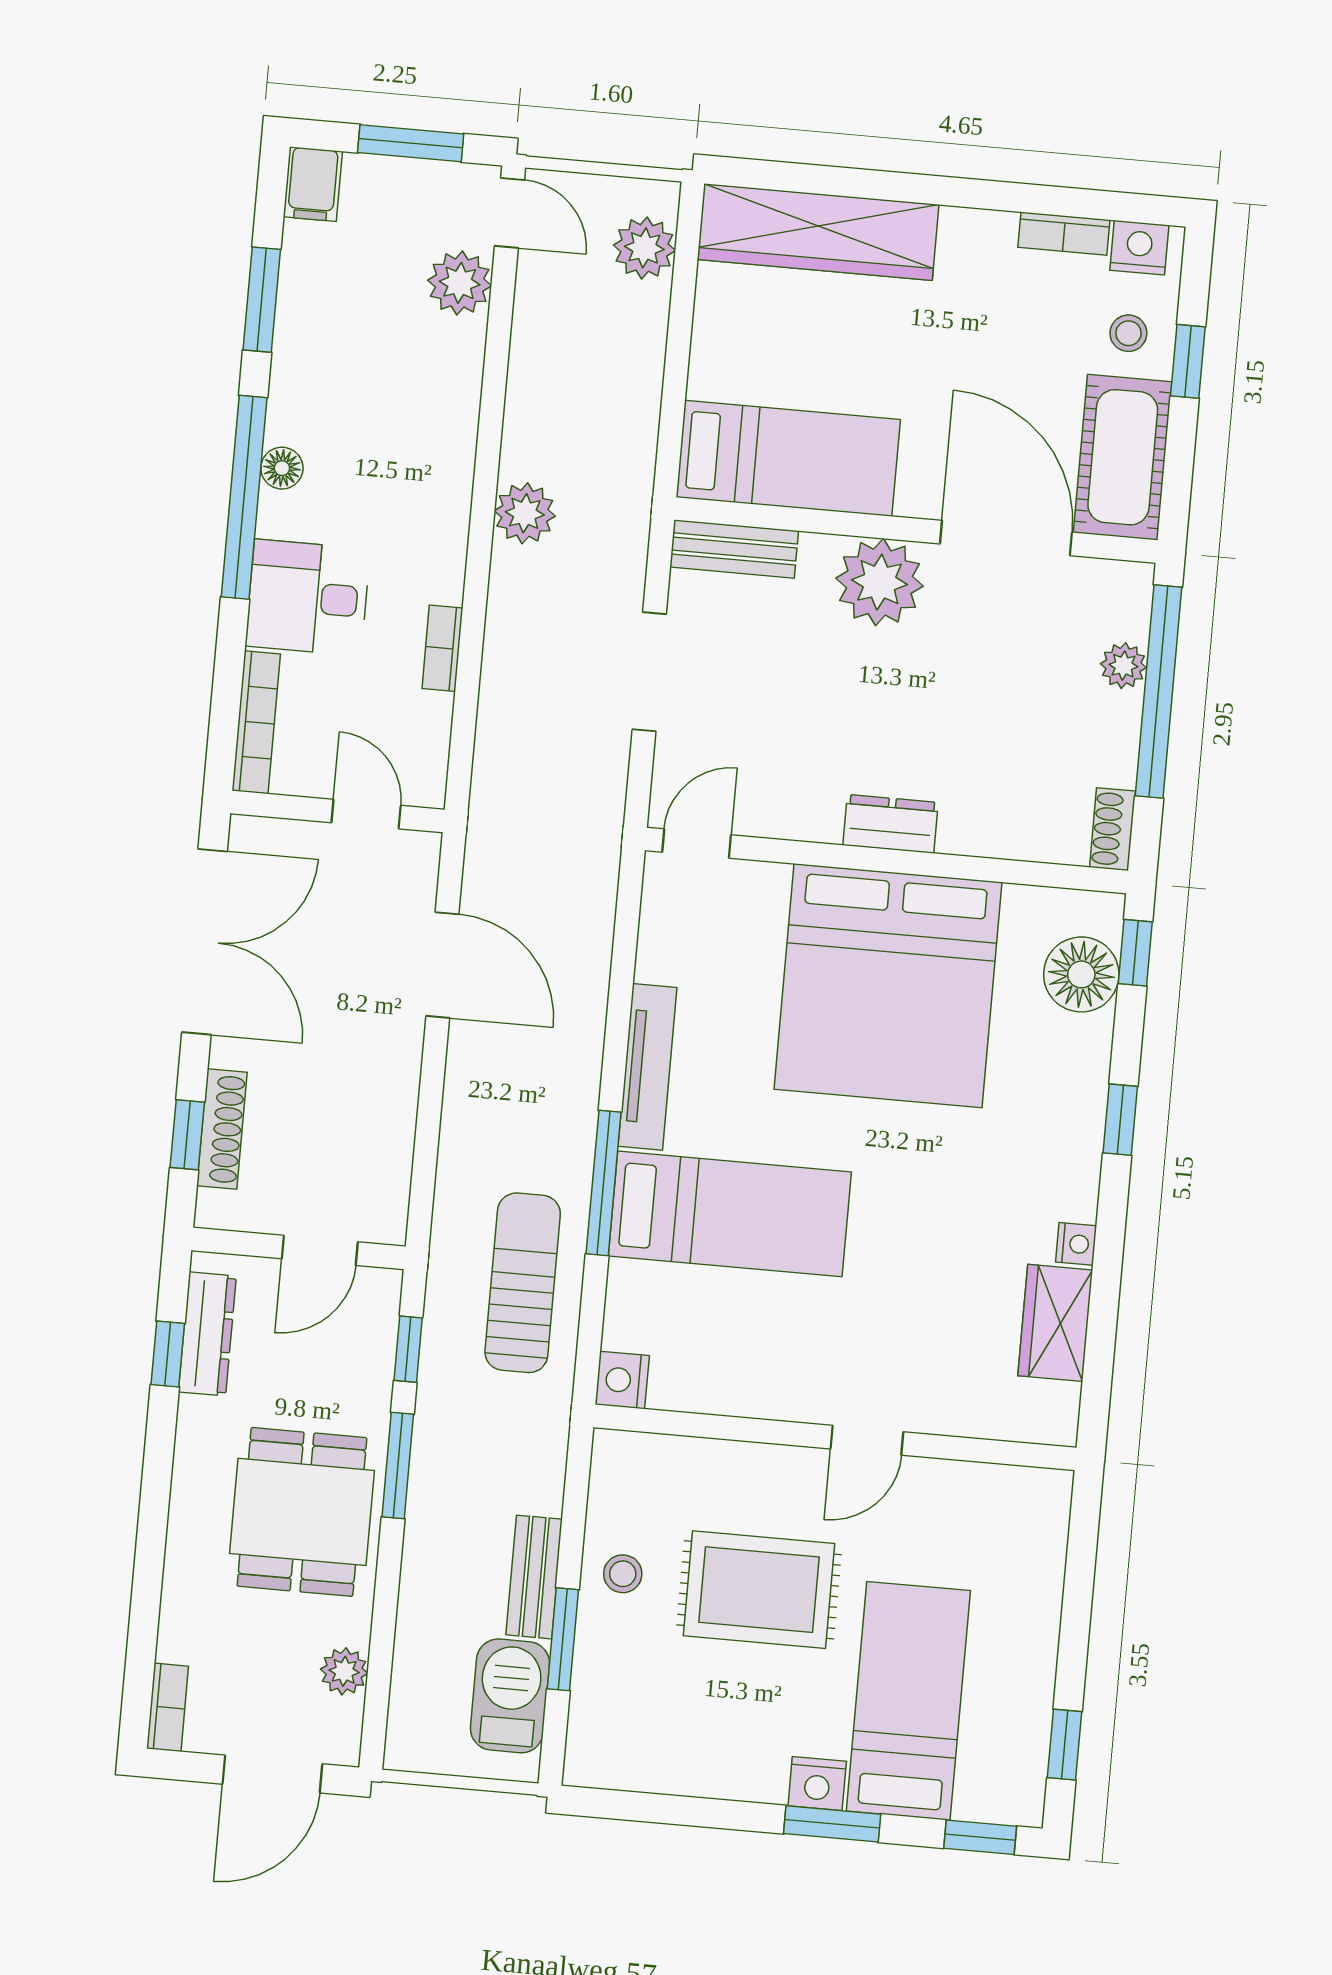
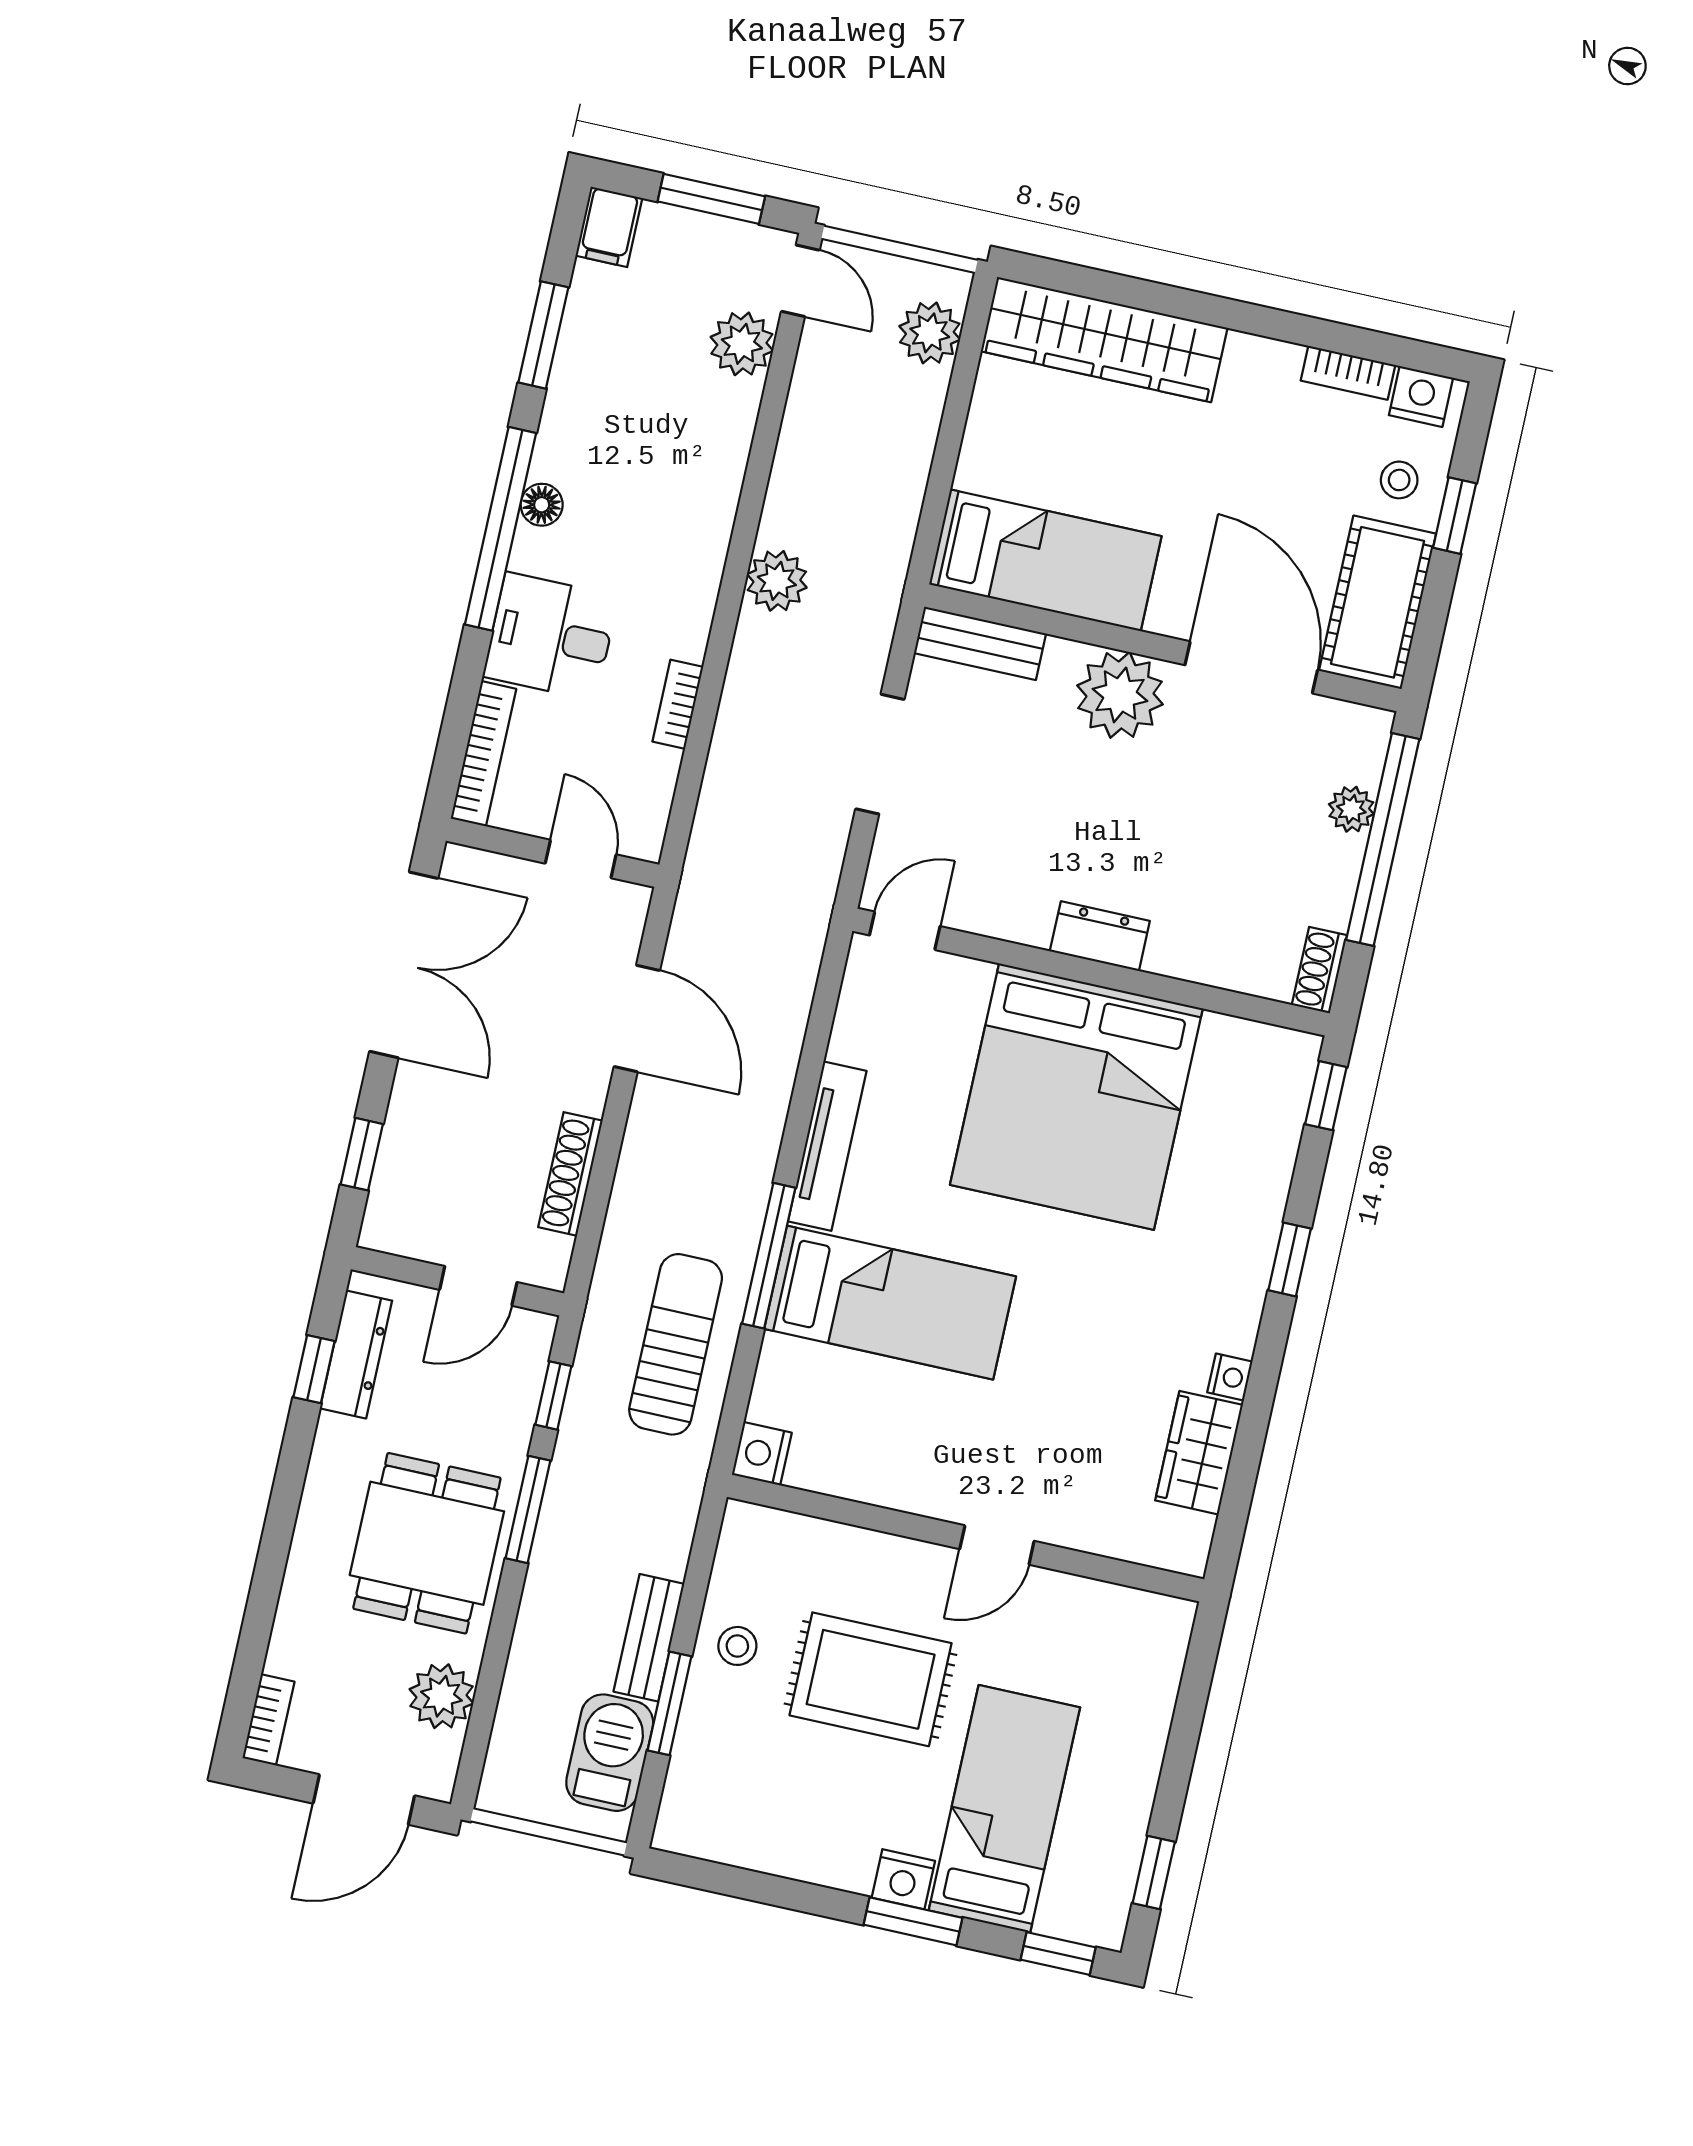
floor lamp: (1081, 974) -> (1270, 1110), removed
shoe rack: (222, 1129) -> (570, 1174), moved, turned 180
plant: (344, 1671) -> (441, 1696), width x1.38, depth x1.38

